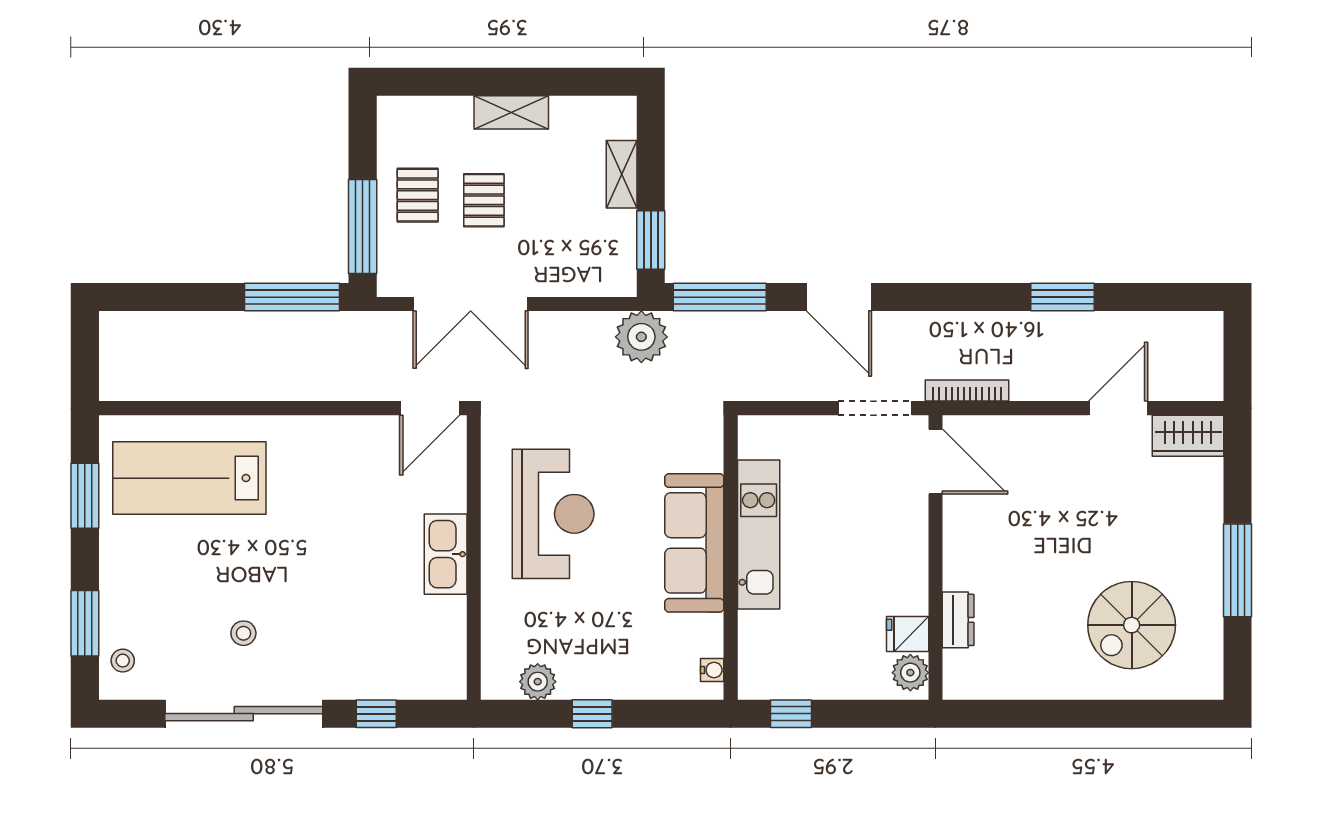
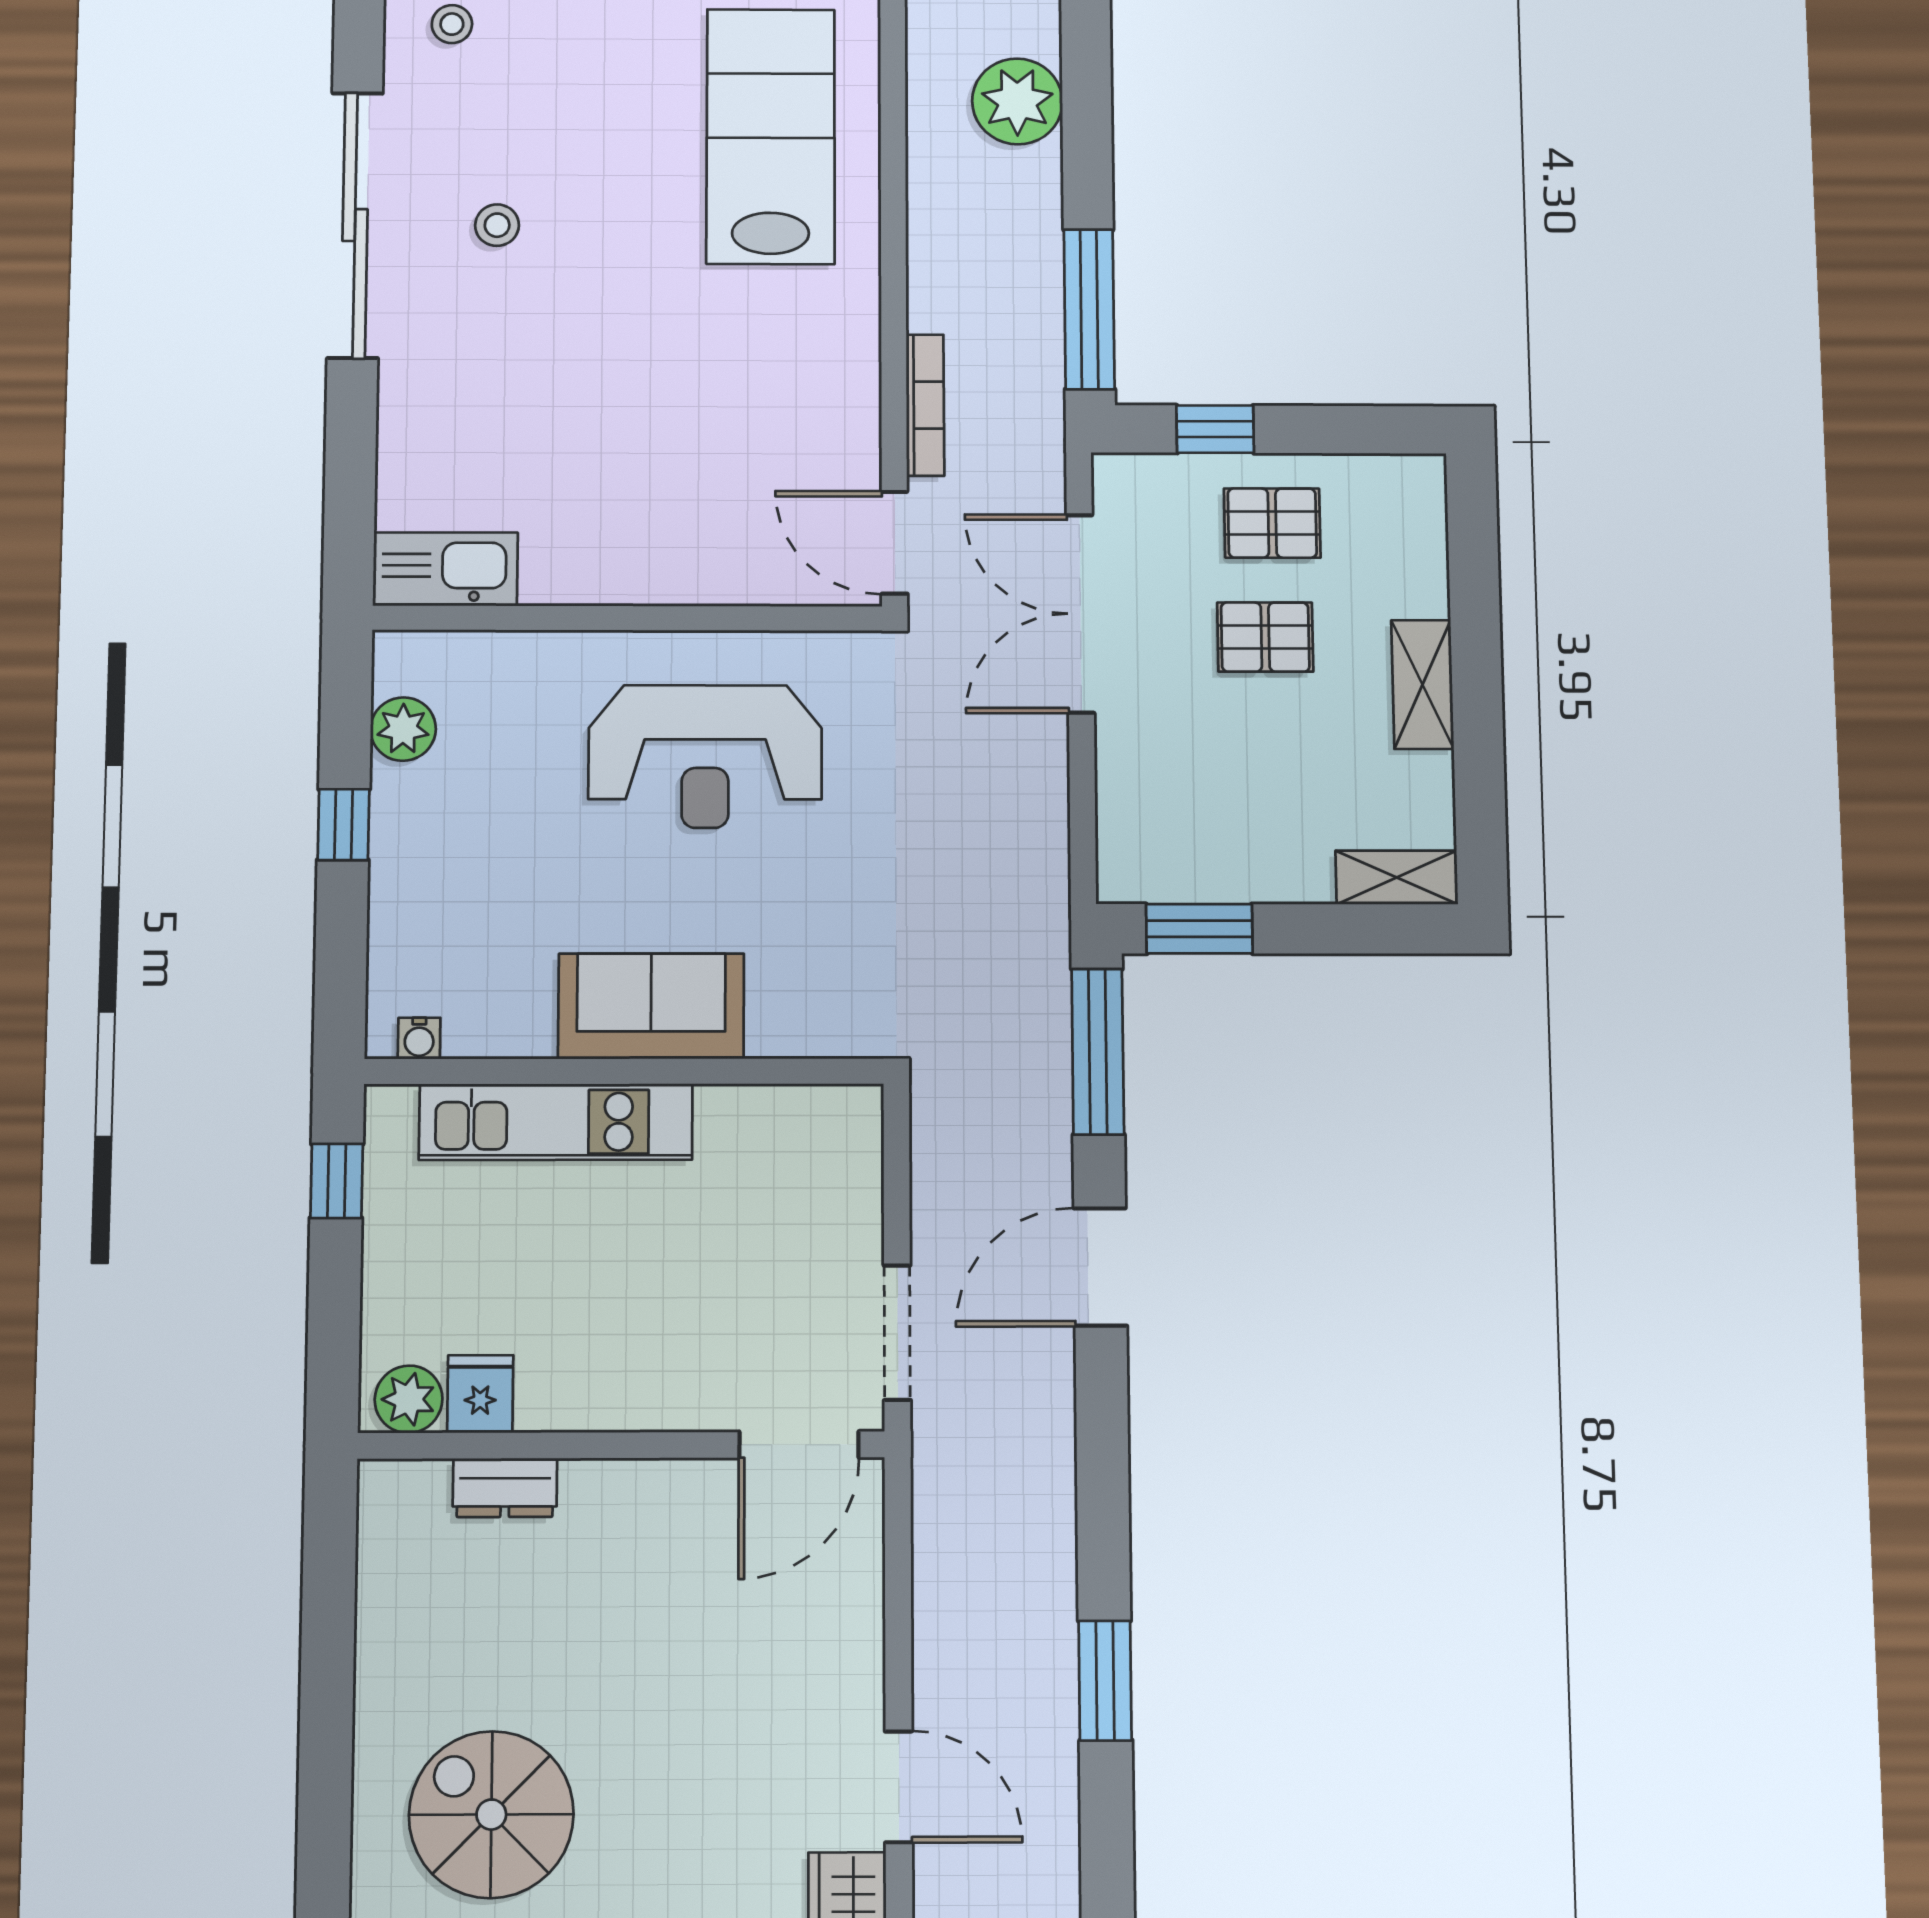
shelving: (622, 174) -> (1397, 877), moved
window: (363, 226) -> (1215, 429), width x0.46
plant: (641, 337) -> (1017, 101), moved
bookcase: (967, 391) -> (925, 405), moved
kitchen unit: (759, 535) -> (556, 1122), moved
sofa: (694, 543) -> (651, 1006), width x0.73
kitchen sink: (446, 554) -> (445, 569), moved
window: (376, 714) -> (351, 450), removed

